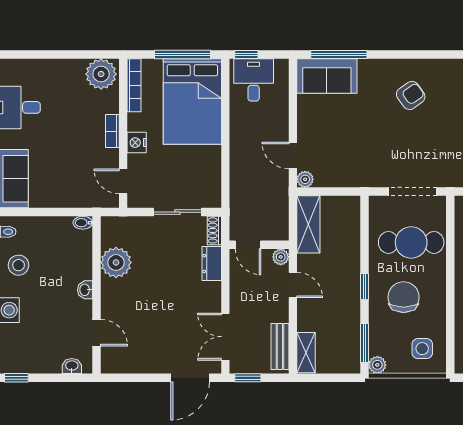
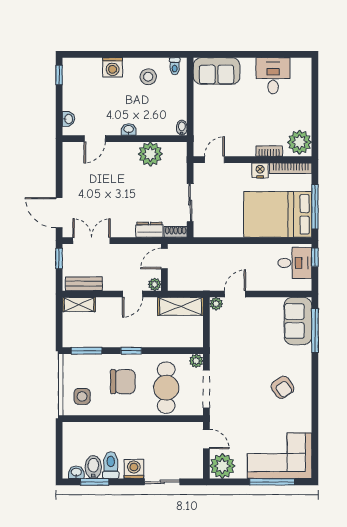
bookcase: (112, 131) -> (269, 151), moved
nightstand: (137, 143) -> (260, 170), moved
plant: (377, 365) -> (196, 361), moved

